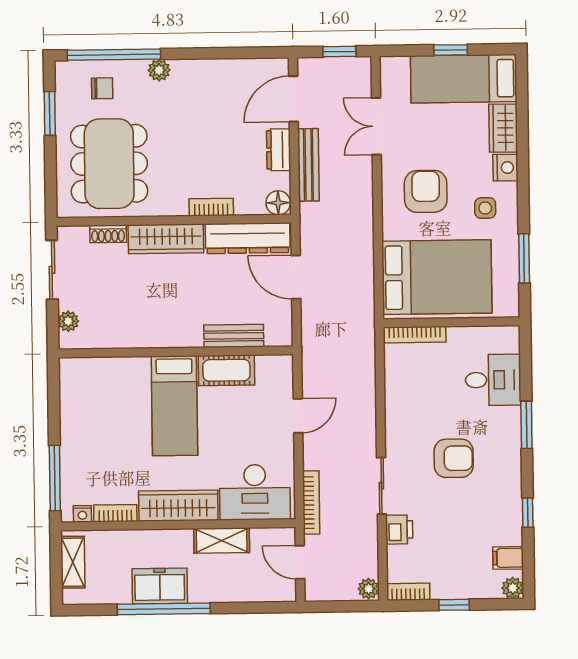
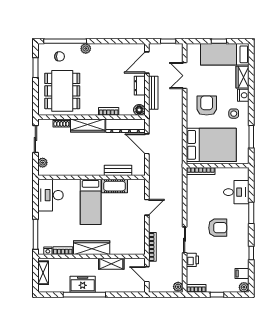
desk: (255, 492) -> (50, 195), moved, turned 90

